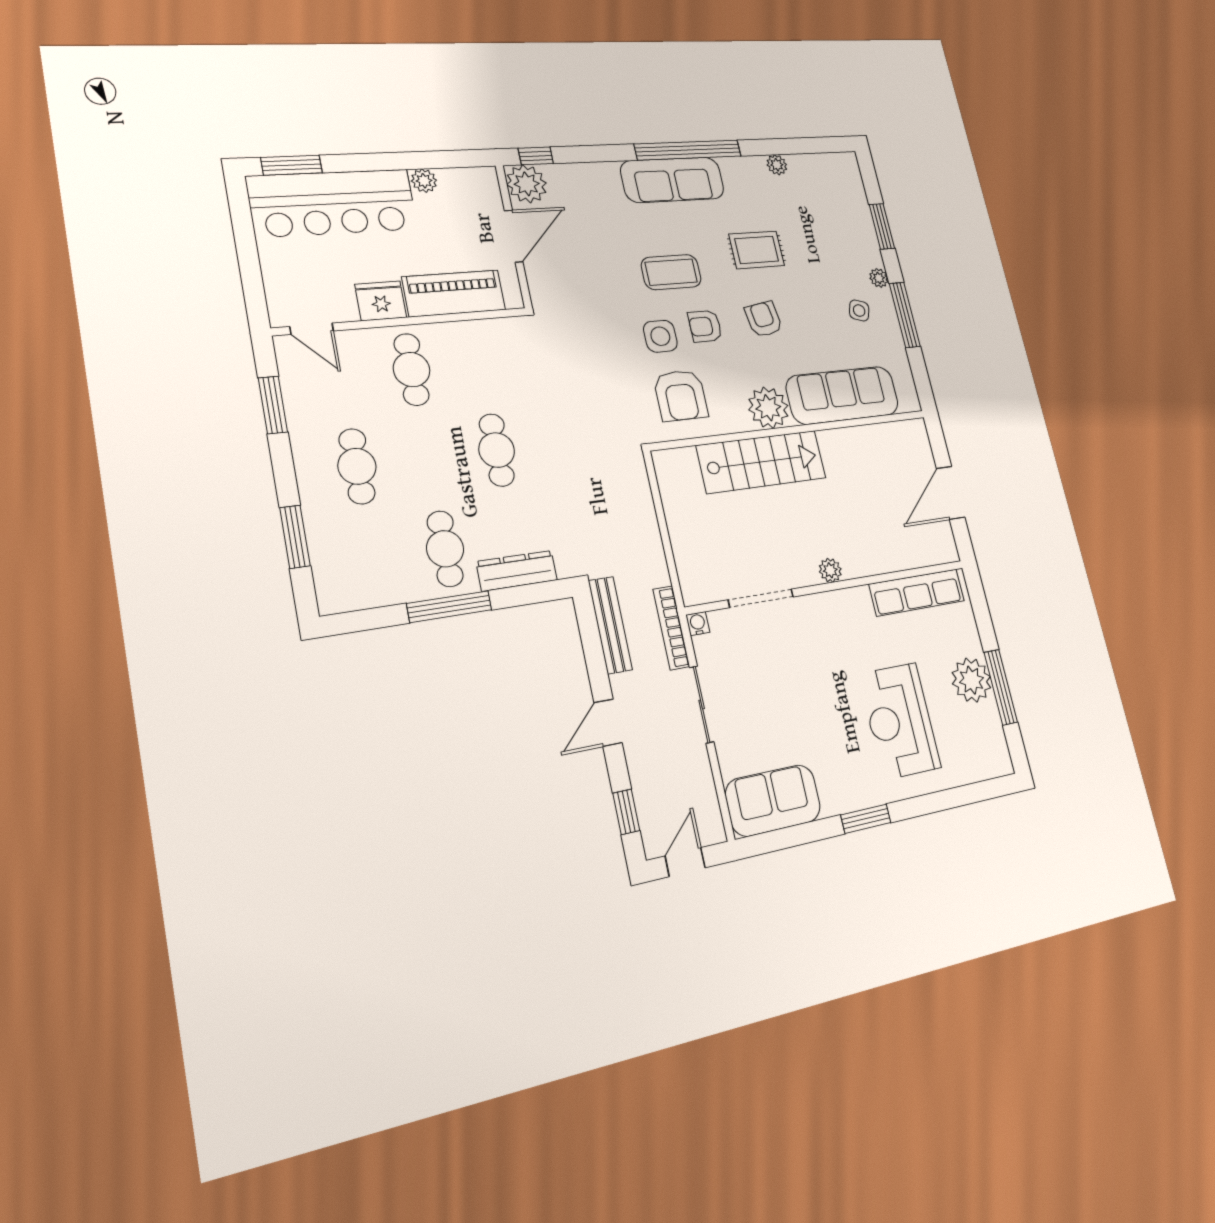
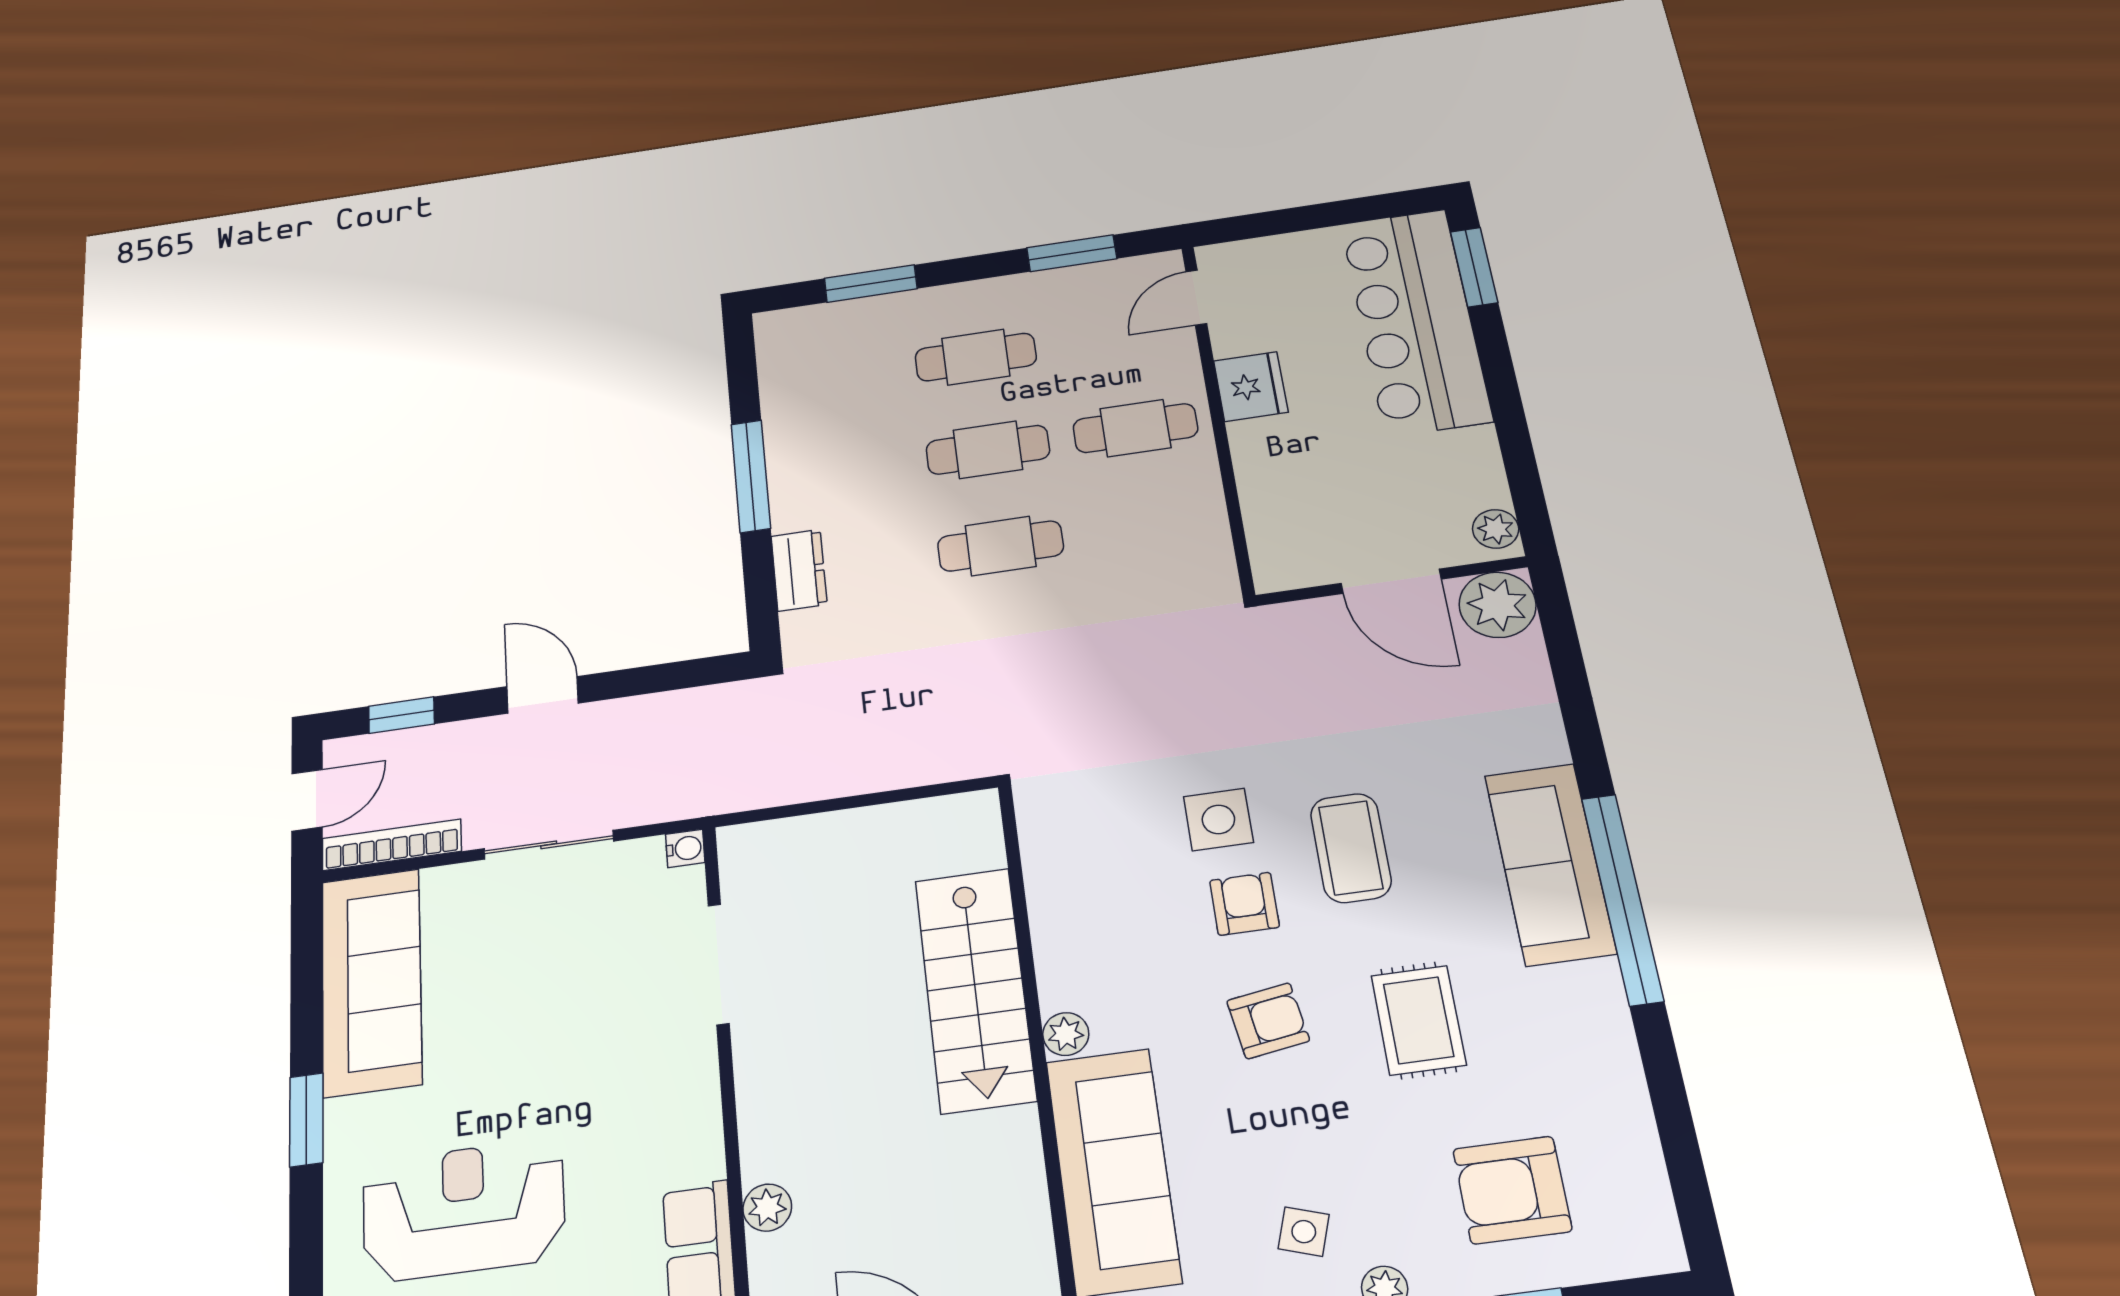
window: (536, 156) -> (1557, 621), removed
plant: (777, 165) -> (1623, 1083), removed
plant: (424, 181) -> (1496, 529), moved
piano: (454, 293) -> (1273, 489), removed
armchair: (681, 395) -> (1512, 1190), moved
plant: (768, 408) -> (1066, 1034), width x0.53, depth x0.53
cafe table: (445, 549) -> (988, 450), moved
plant: (830, 570) -> (767, 1208), moved
dresser: (517, 571) -> (799, 570), width x0.70
bench: (610, 625) -> (698, 706), removed
bookcase: (671, 628) -> (392, 845), moved
sofa: (773, 800) -> (371, 982), width x1.36
door: (685, 862) -> (307, 800), hinge flipped

